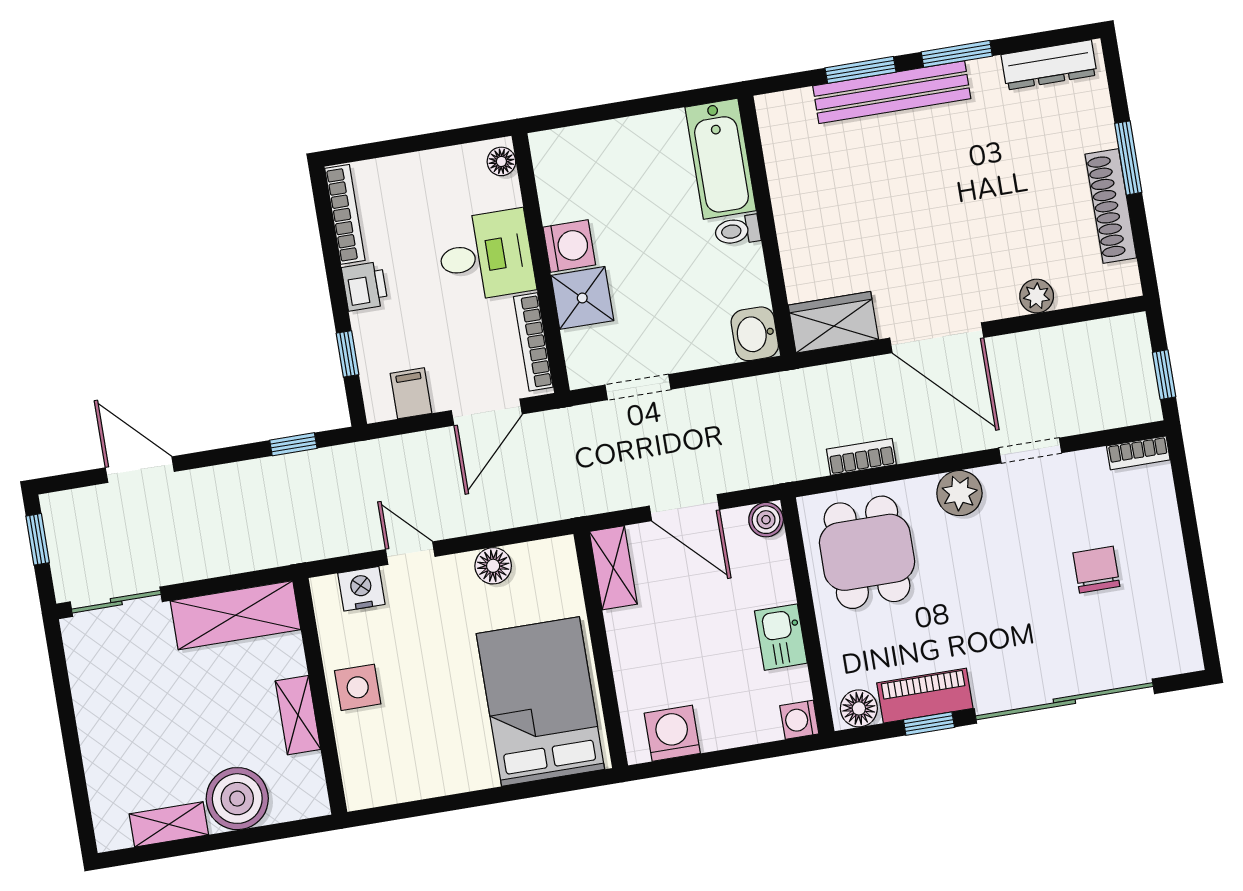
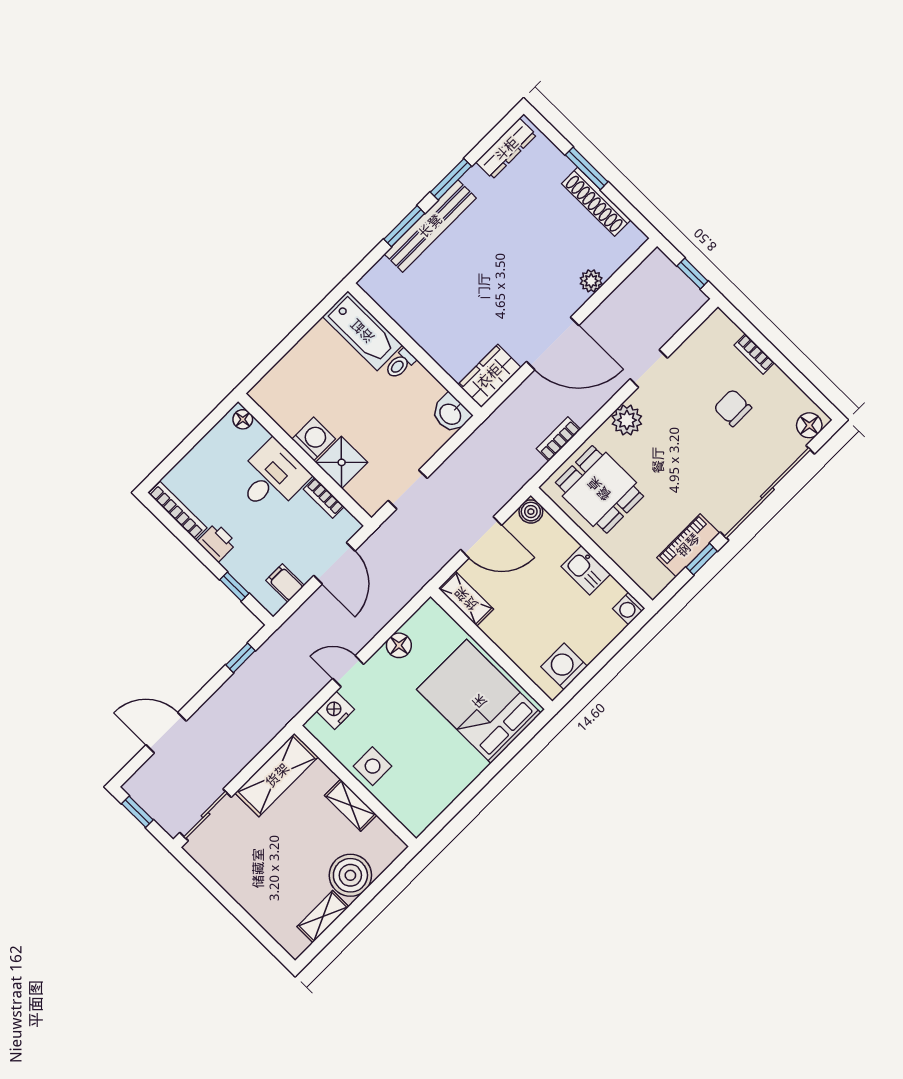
bookcase: (533, 342) -> (324, 498), width x0.64
bookcase: (1138, 453) -> (754, 354), moved, turned 90
floor lamp: (859, 708) -> (809, 425), moved

